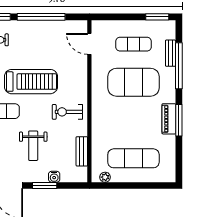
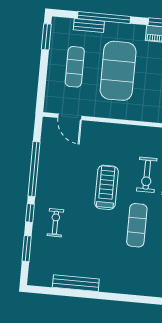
door: (89, 44) -> (70, 117), hinge flipped
treadmill: (31, 82) -> (107, 187), width x0.73, depth x0.73
exercise bike: (67, 112) -> (147, 175), moved

